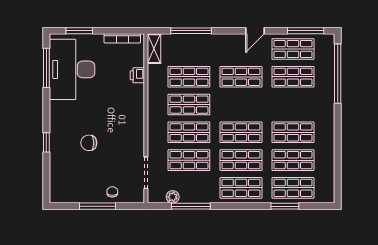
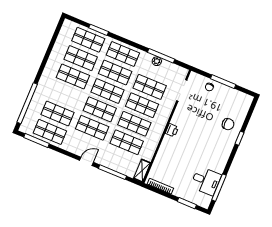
door: (255, 31) -> (86, 161), moved
desk: (72, 69) -> (206, 181), width x0.53, depth x0.77
printer: (137, 75) -> (172, 130), moved
shop shelf: (241, 105) -> (100, 109), added
chair: (89, 143) -> (228, 124), moved
plant: (173, 197) -> (157, 61), moved

